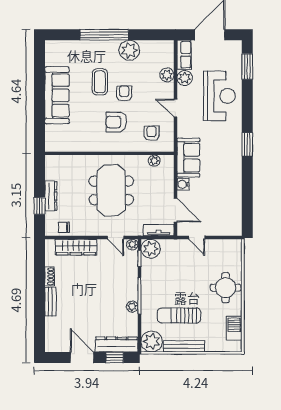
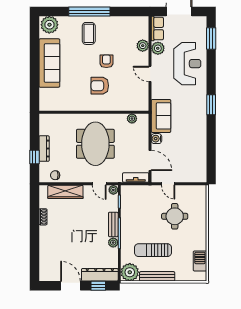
plant: (129, 50) -> (49, 25), moved
coffee table: (100, 82) -> (89, 33), moved
armchair: (152, 133) -> (130, 95), removed
plant: (151, 249) -> (129, 193), removed
round table: (226, 288) -> (175, 216), moved
bench: (50, 302) -> (113, 224), moved

